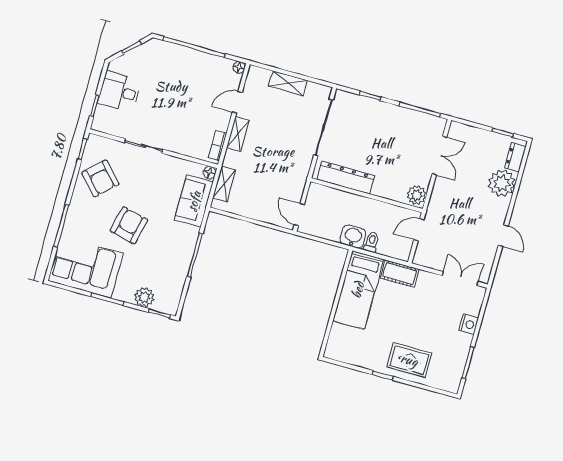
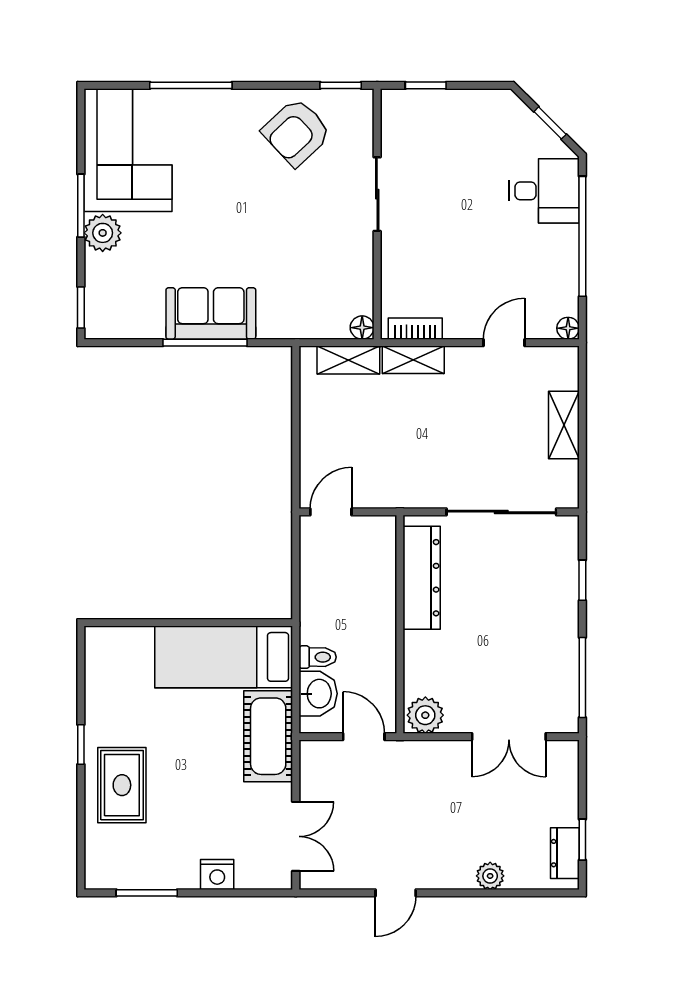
desk: (119, 92) -> (544, 191), moved, turned 90
door: (237, 102) -> (504, 343), hinge flipped
shelving: (238, 134) -> (413, 360), moved
dresser: (515, 157) -> (565, 853), moved, turned -90
plant: (502, 183) -> (490, 876), width x0.53, depth x0.53
sofa: (194, 201) -> (211, 313), moved
armchair: (129, 225) -> (226, 208), removed
washbasin: (353, 237) -> (318, 694), moved
cot: (400, 274) -> (268, 736), width x1.37, depth x1.34
plant: (144, 297) -> (103, 233), moved

